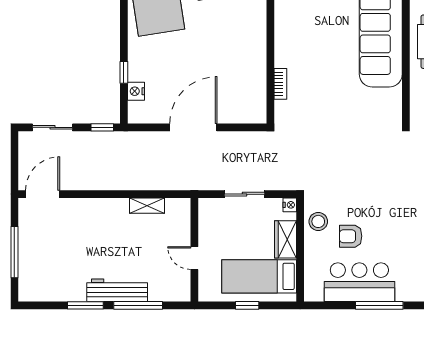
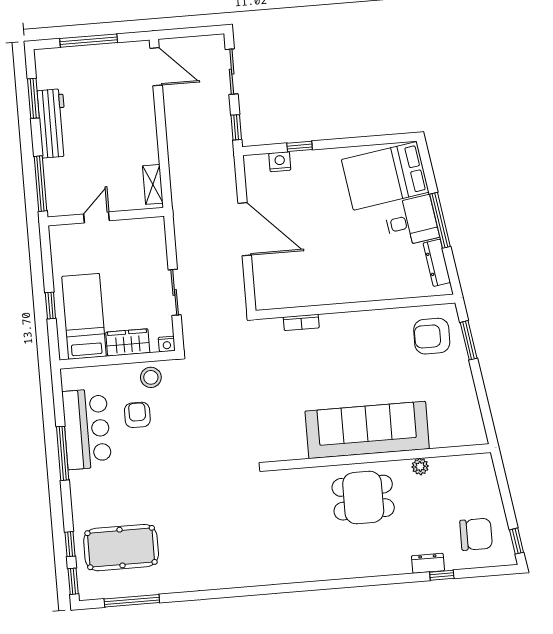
wall: (194, 250) -> (106, 217), moved
door: (194, 258) -> (97, 217), moved
workbench: (117, 290) -> (52, 123), moved
window: (85, 305) -> (33, 98), moved

